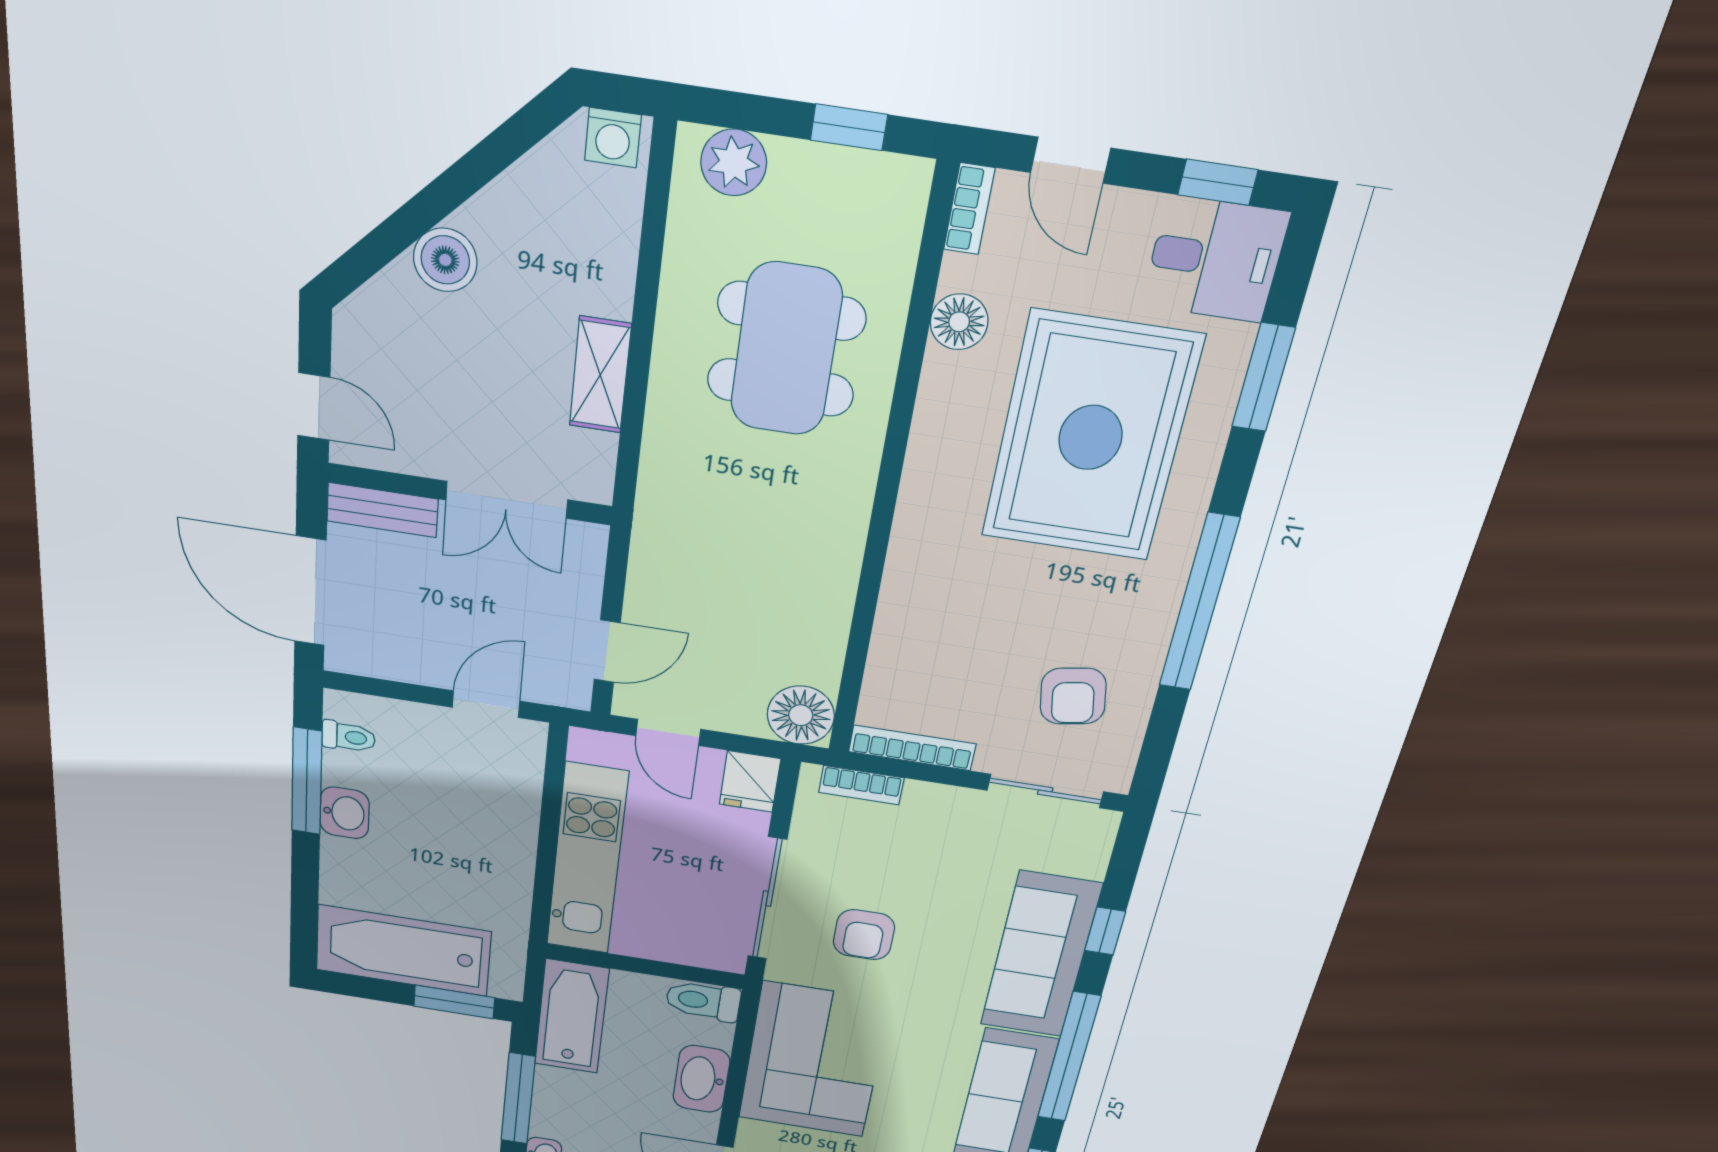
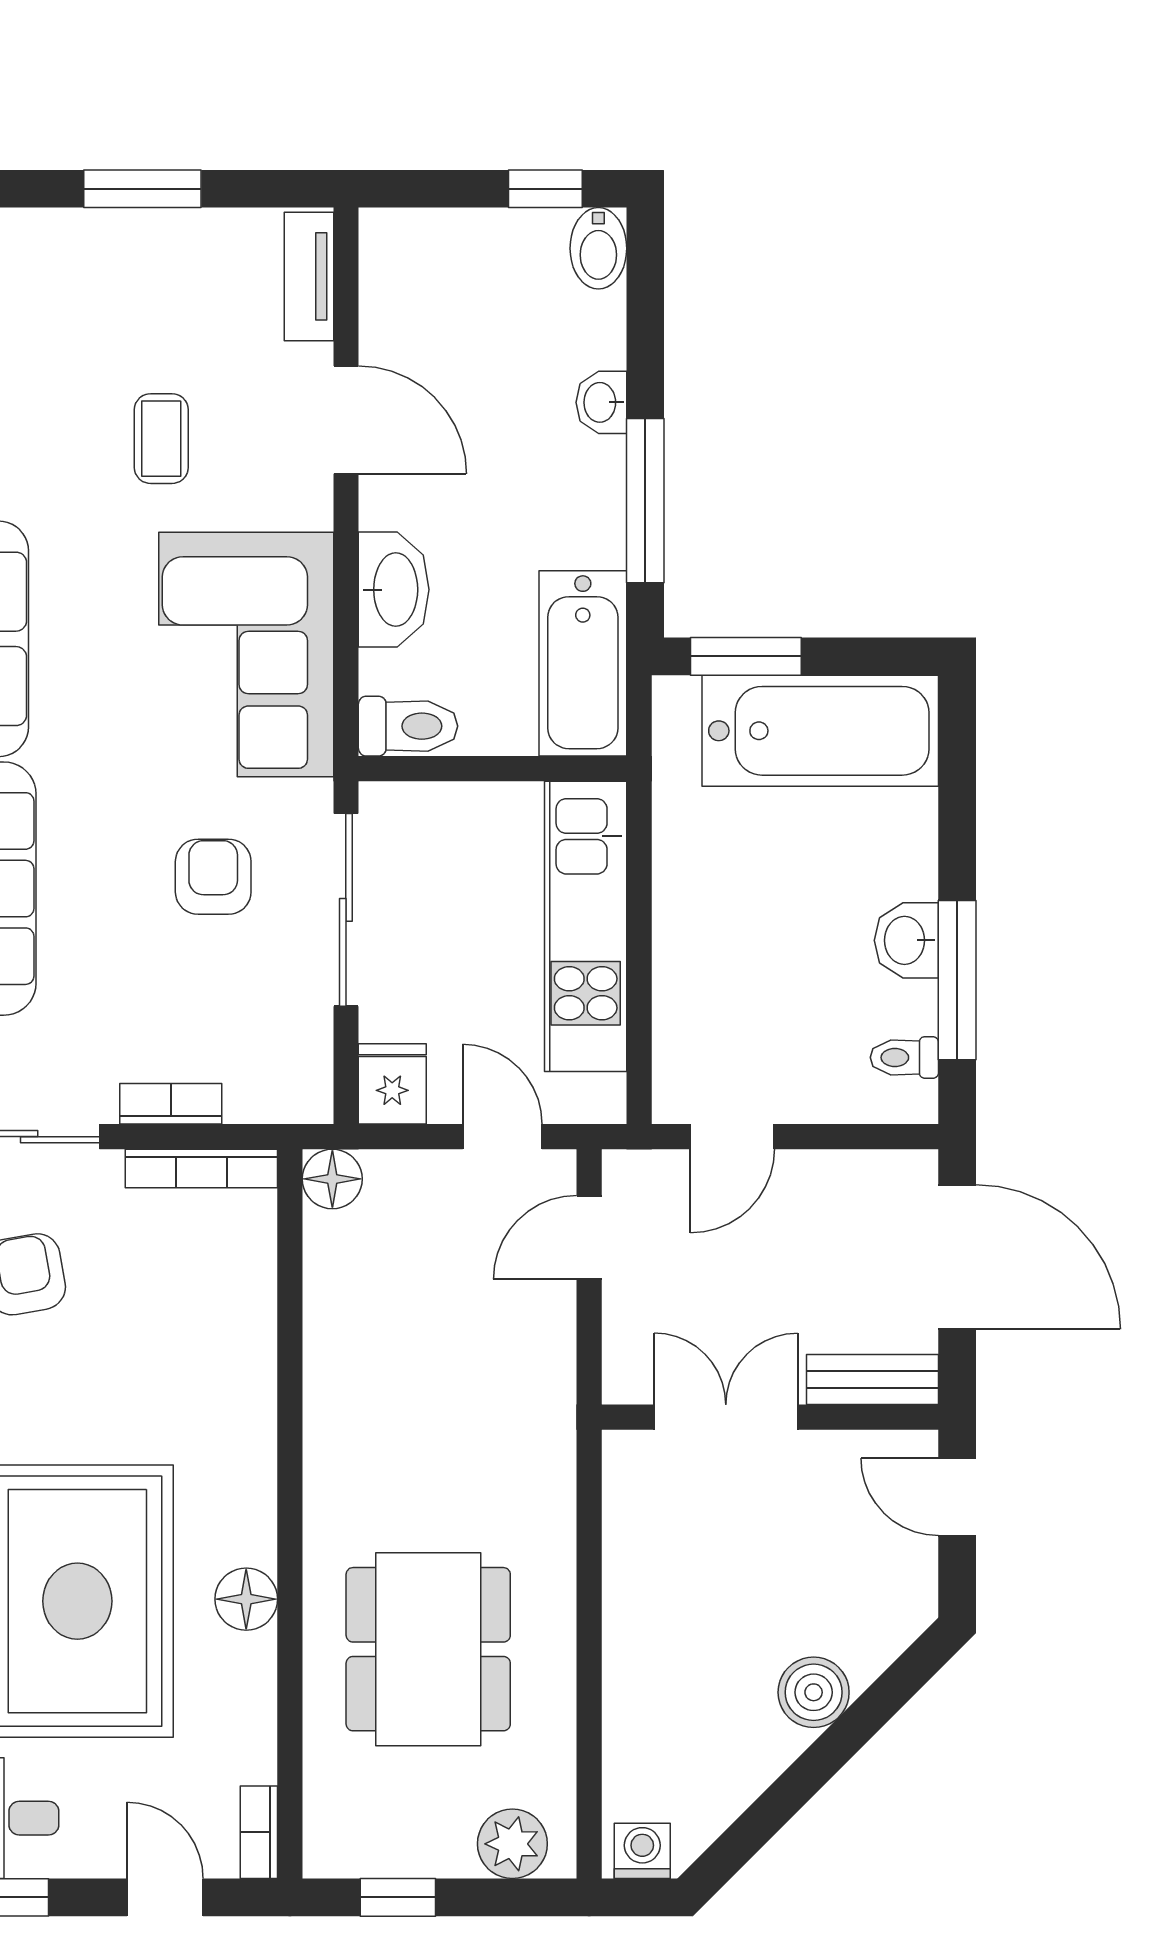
floor lamp: (959, 322) -> (246, 1599), moved
shelving: (600, 375) -> (631, 1587), removed
floor lamp: (801, 715) -> (332, 1179), width x0.73, depth x0.73
bookcase: (861, 785) -> (171, 1104), moved

